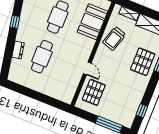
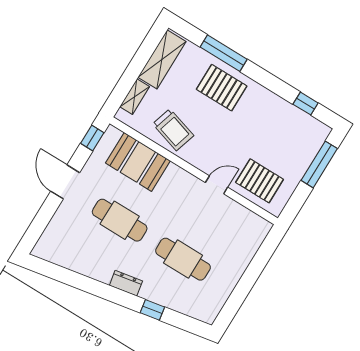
window: (15, 22) -> (152, 310), moved
dresser: (18, 50) -> (126, 283), moved

